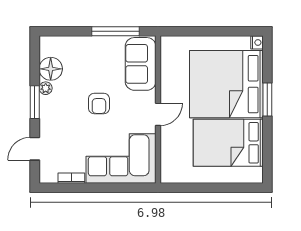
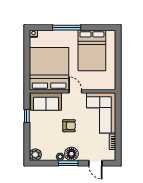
window: (116, 31) -> (27, 116), width x0.46
plant: (49, 46) -> (35, 155), added
floor lamp: (51, 69) -> (71, 154), moved
bed: (226, 84) -> (49, 69), moved, turned 180
window: (267, 99) -> (67, 28), width x1.44

